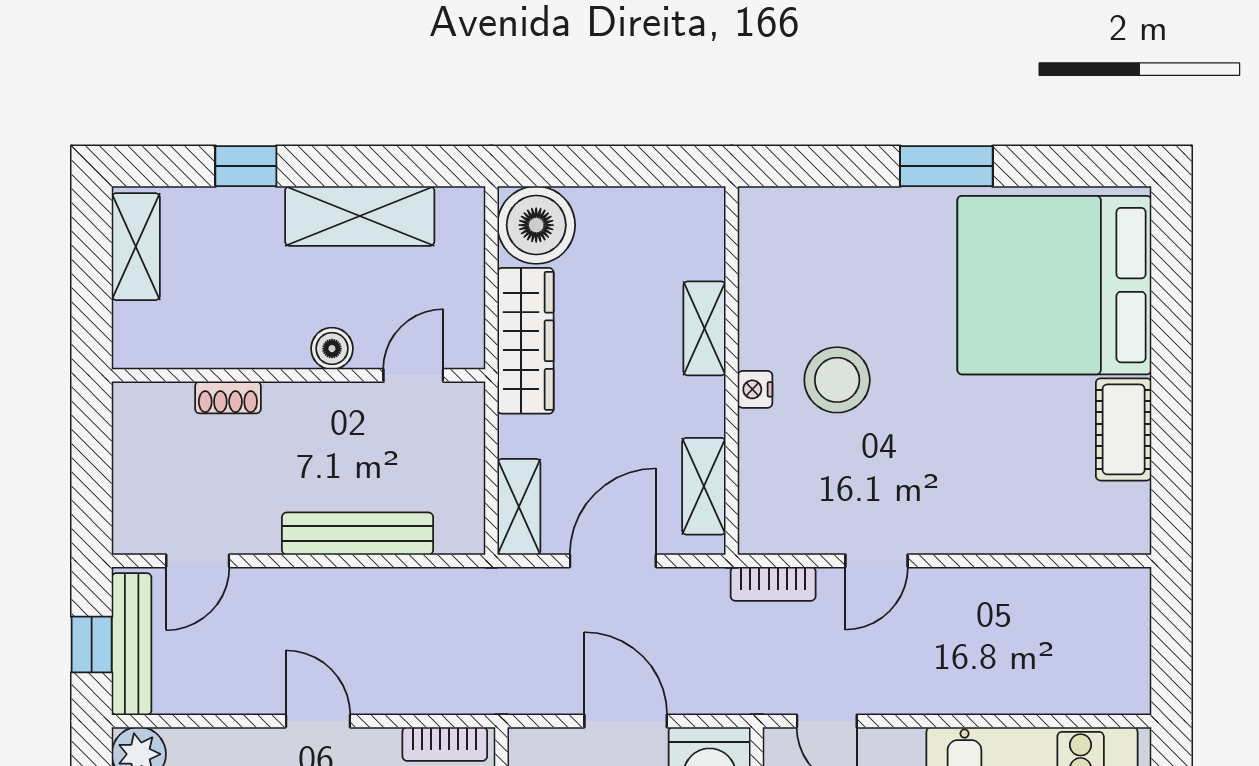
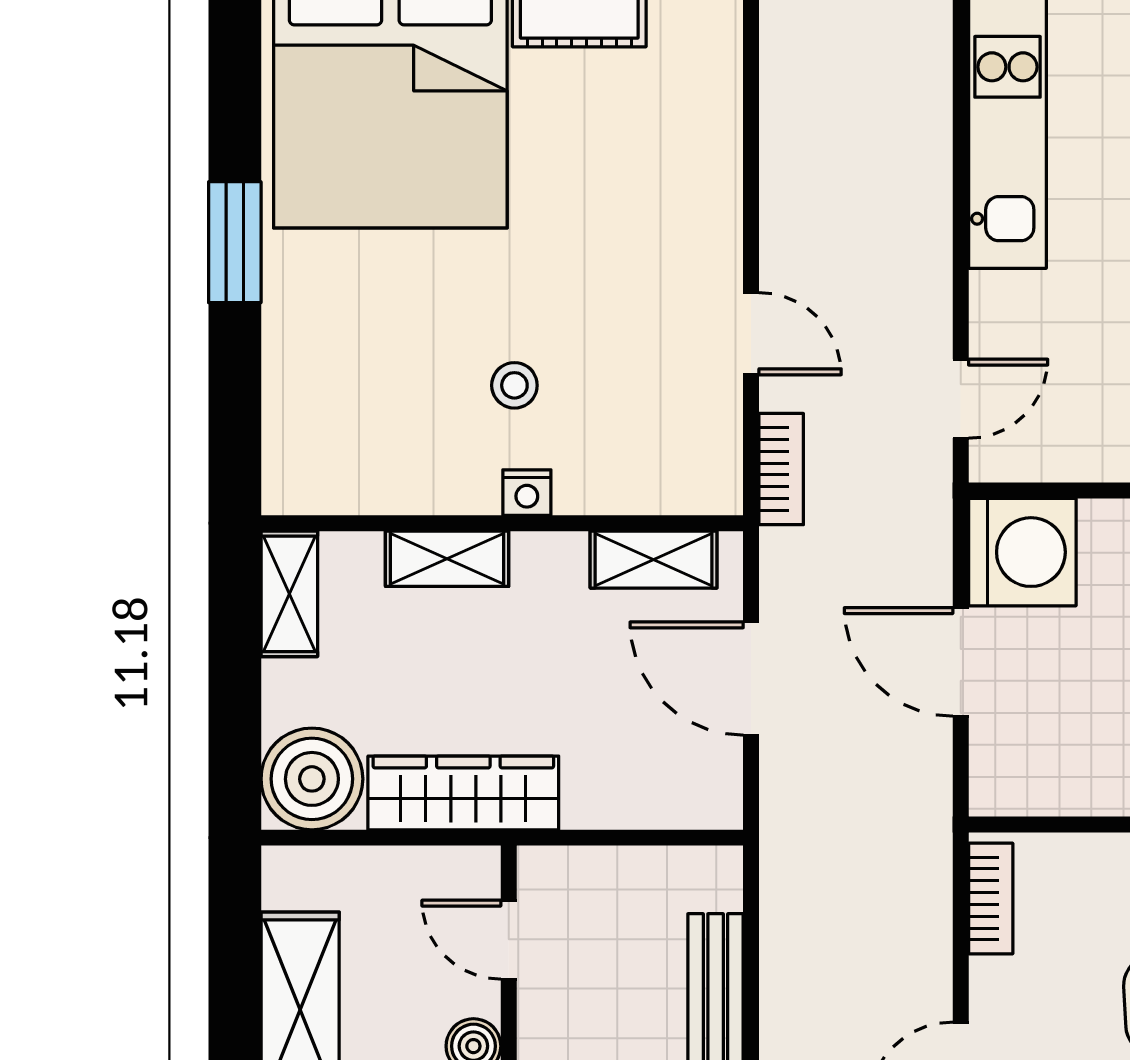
stool: (837, 380) -> (514, 385), width x0.53, depth x0.53
shelving: (519, 507) -> (289, 594), moved, turned 90
door: (626, 721) -> (961, 662), hinge flipped

